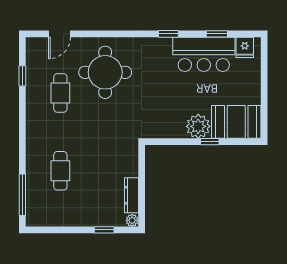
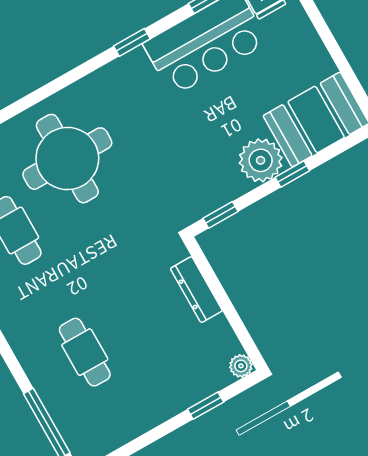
window: (164, 142) -> (221, 215), added
dresser: (132, 195) -> (196, 290), moved

